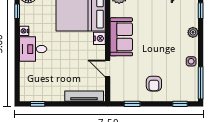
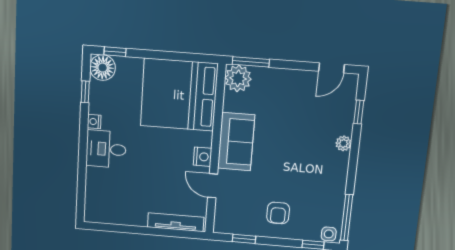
nightstand: (99, 38) -> (203, 157), moved
side table: (191, 61) -> (329, 234), moved
window: (38, 104) -> (109, 227), removed

